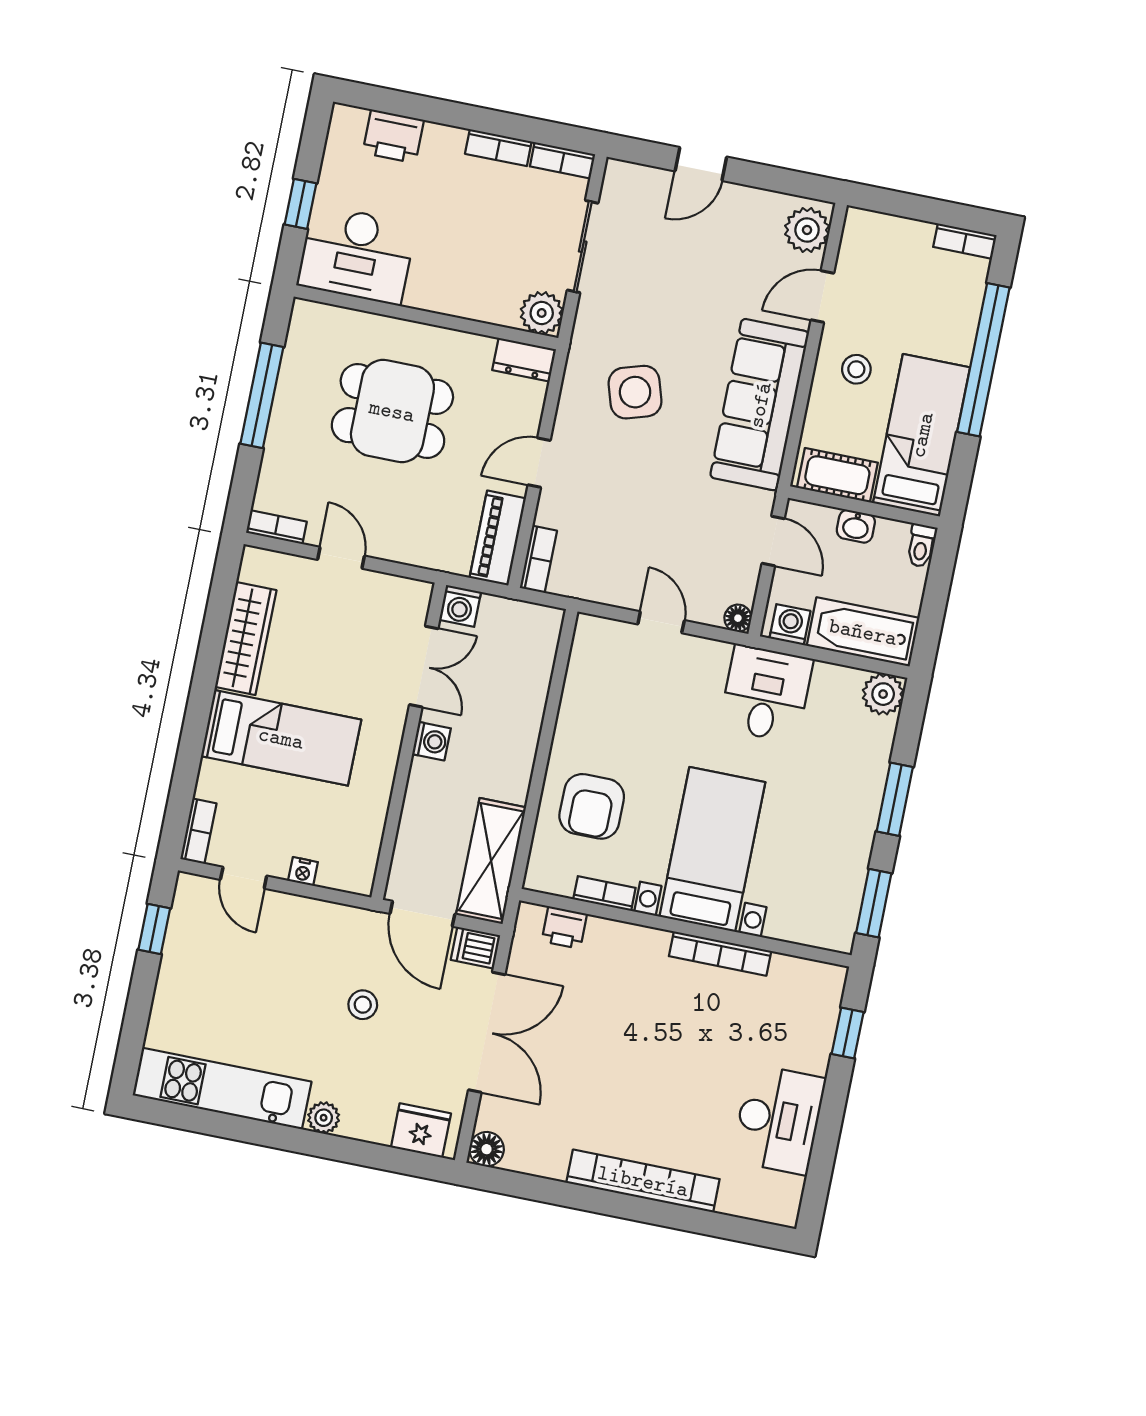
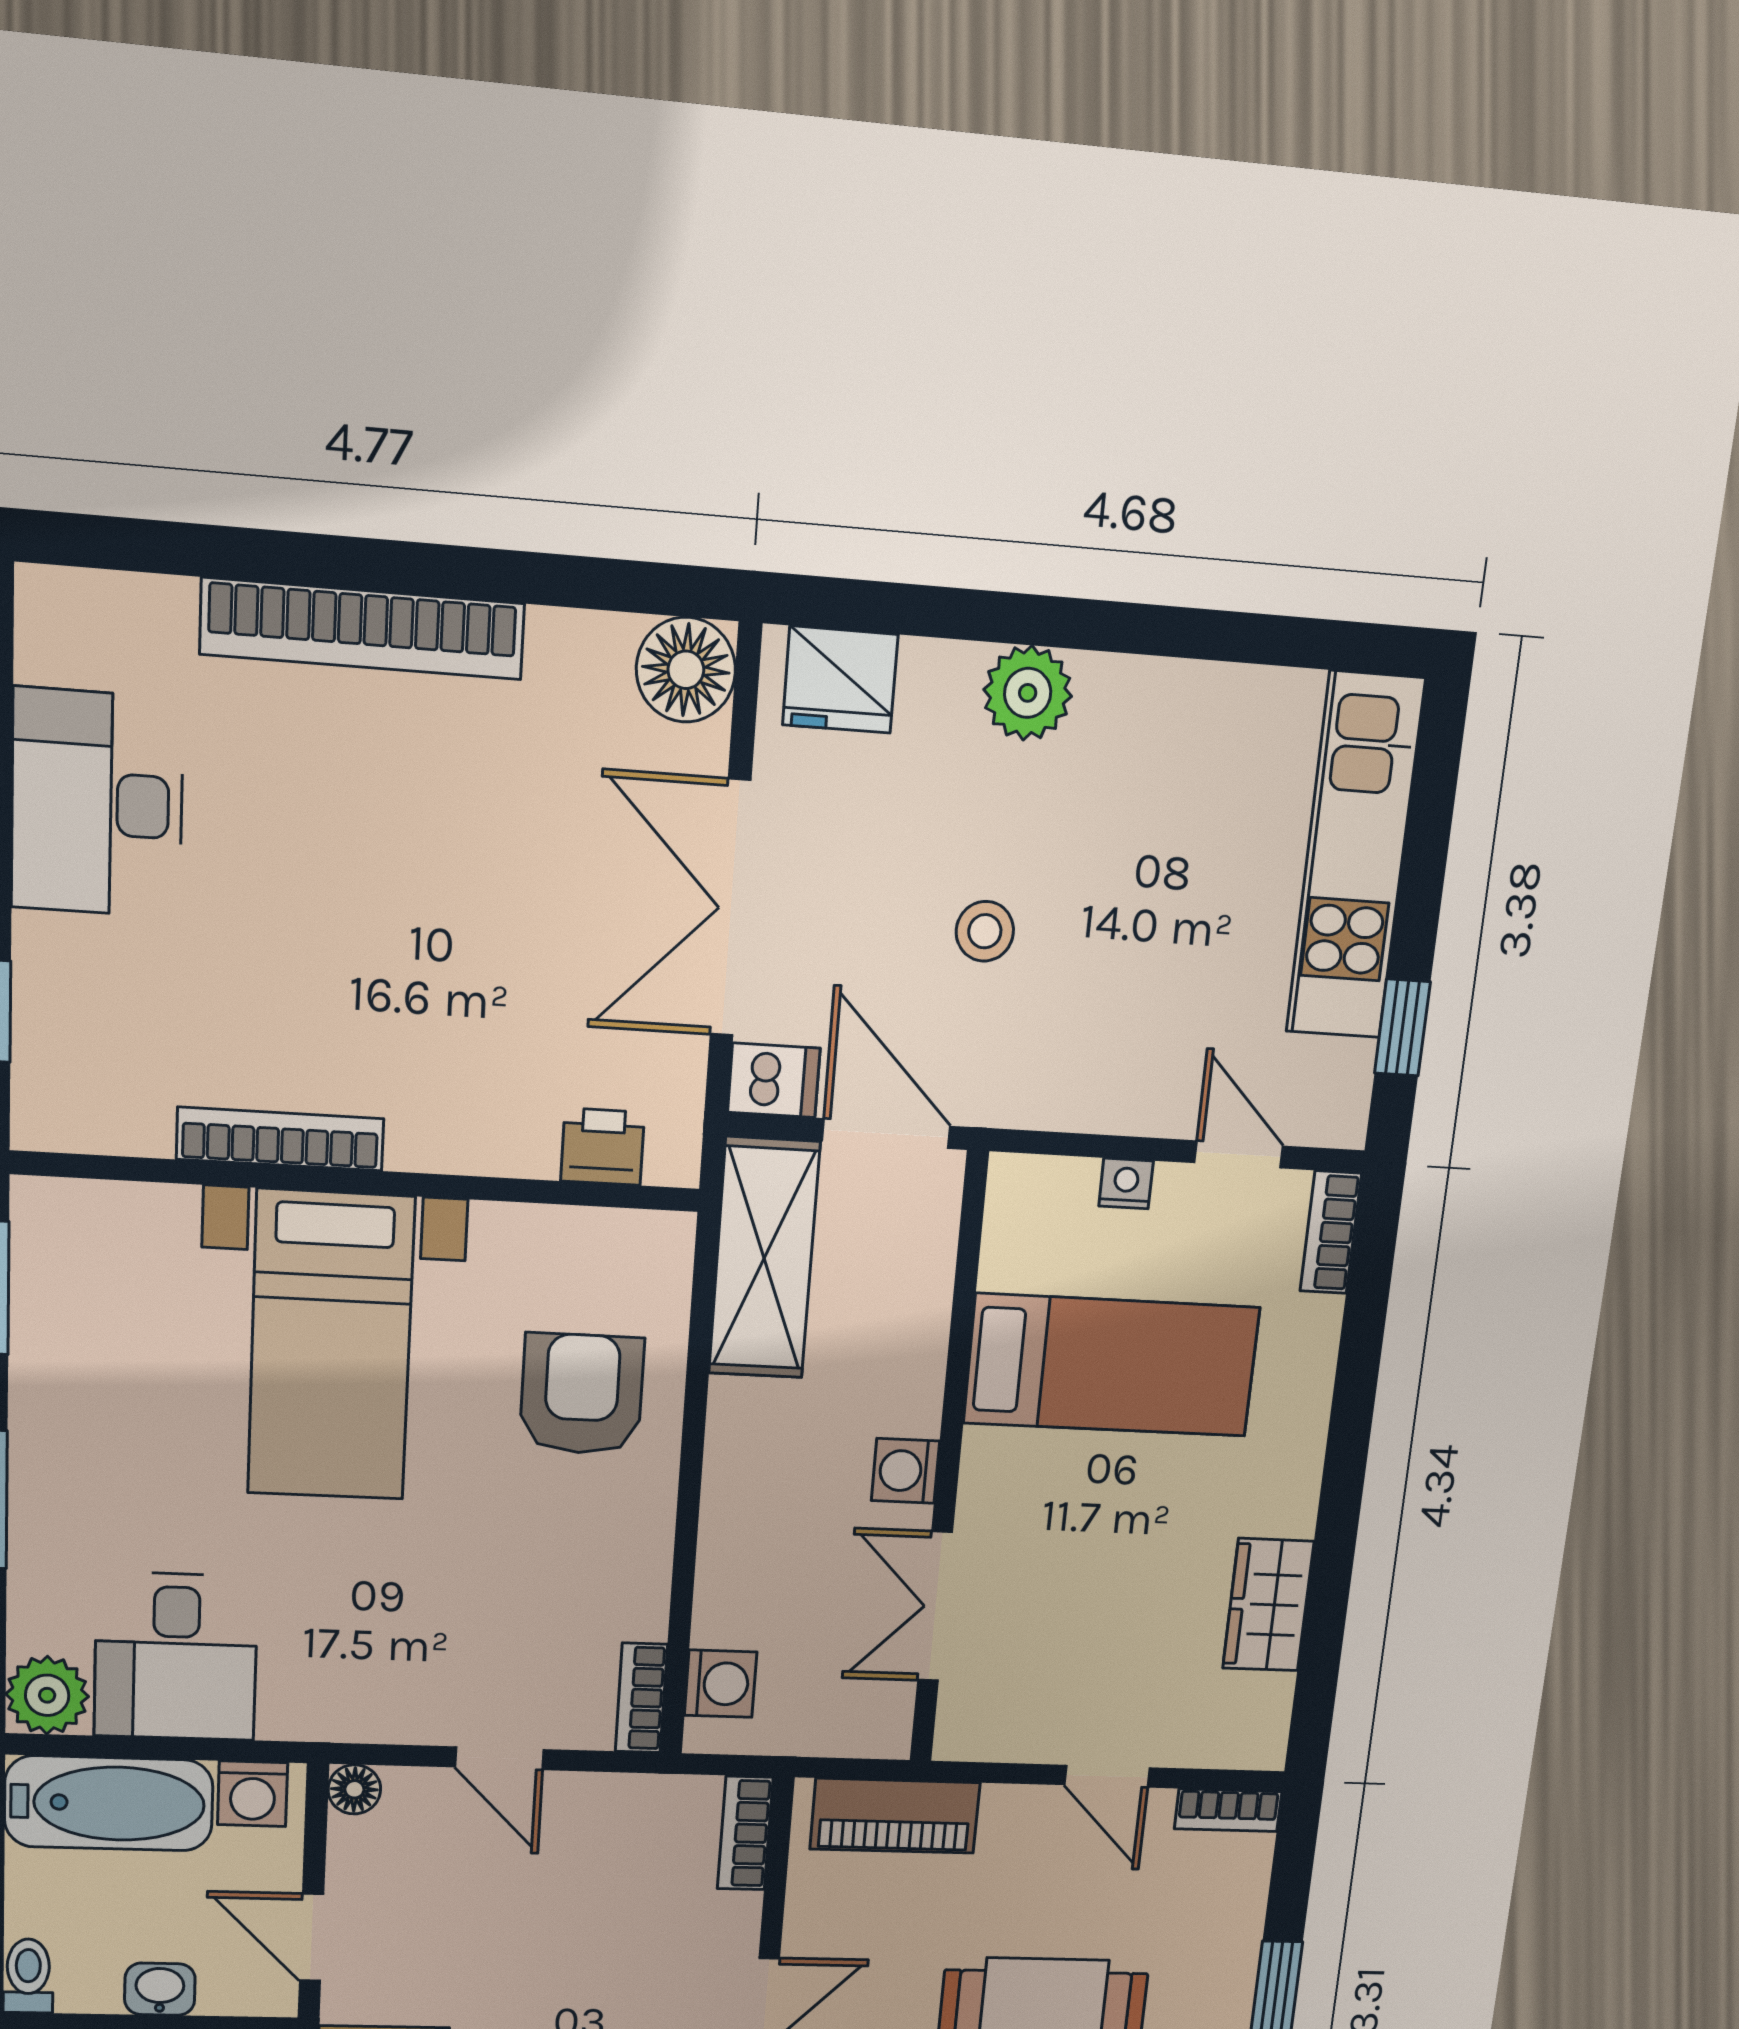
piano: (498, 538) -> (895, 1816), moved, turned 90
washing machine: (460, 606) -> (721, 1684), moved, turned 90
wardrobe: (246, 639) -> (1268, 1605), width x0.67
desk: (766, 694) -> (176, 1657), moved
bed: (281, 738) -> (1112, 1365), moved, turned 180
bookcase: (604, 893) -> (641, 1698), moved, turned 90
kitchen unit: (222, 1089) -> (1355, 857), moved, turned 90
plant: (324, 1118) -> (1028, 693), width x1.38, depth x1.38
floor lamp: (487, 1149) -> (686, 670), width x1.38, depth x1.38

